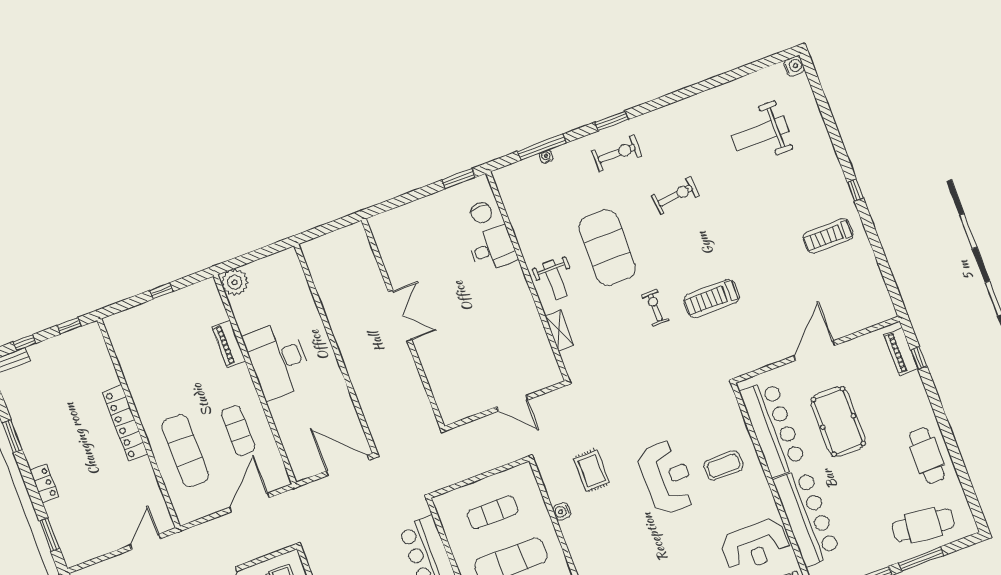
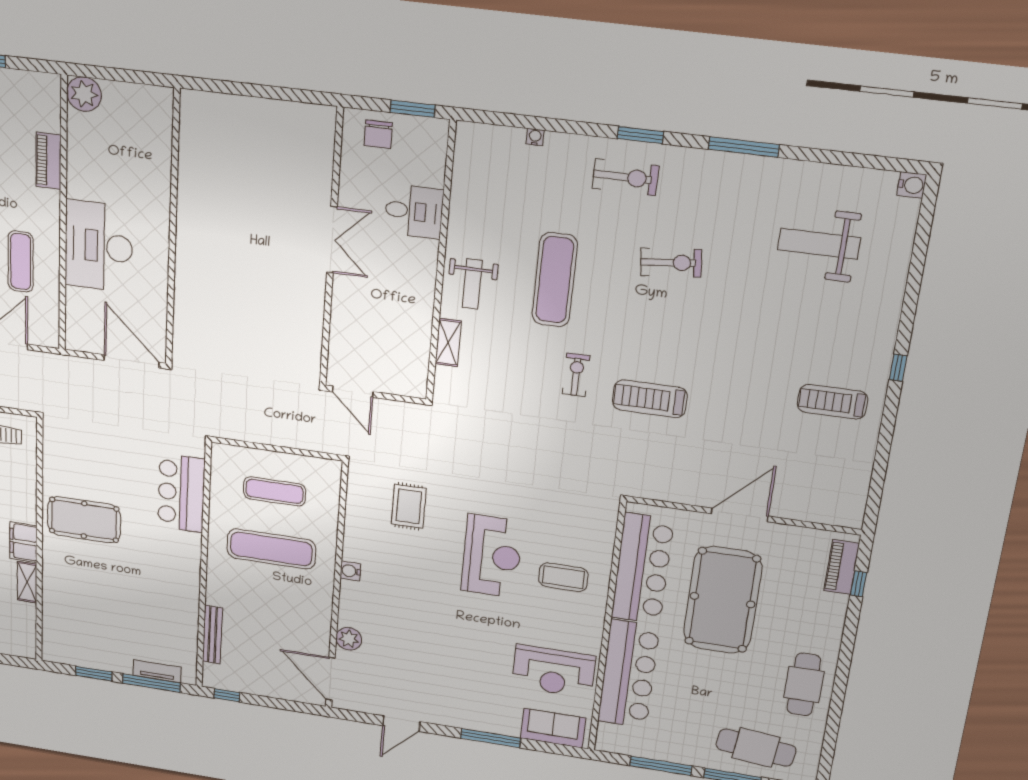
window: (542, 147) -> (744, 147), moved
chair: (481, 213) -> (378, 134), moved
exercise mat: (607, 248) -> (555, 280), width x0.68
double door: (400, 316) -> (332, 240), moved
wall: (403, 323) -> (331, 250), moved
desk: (278, 360) -> (99, 246), moved
pool table: (838, 422) -> (723, 600), width x1.36, depth x1.32
water cooler: (562, 511) -> (350, 571), moved

